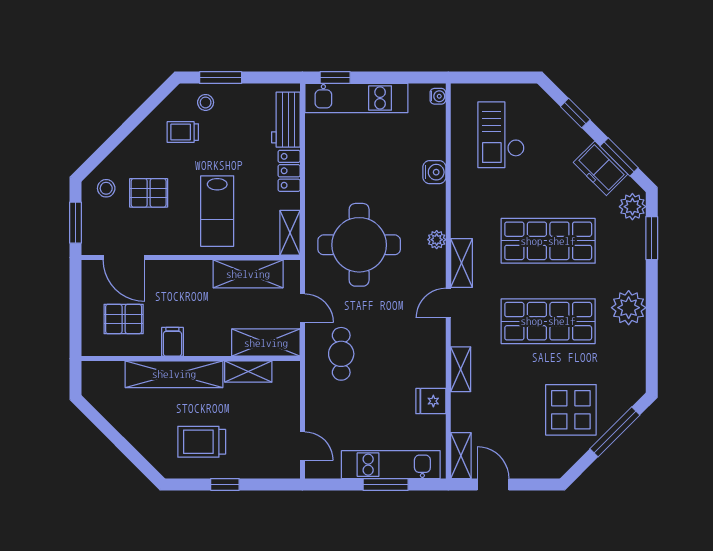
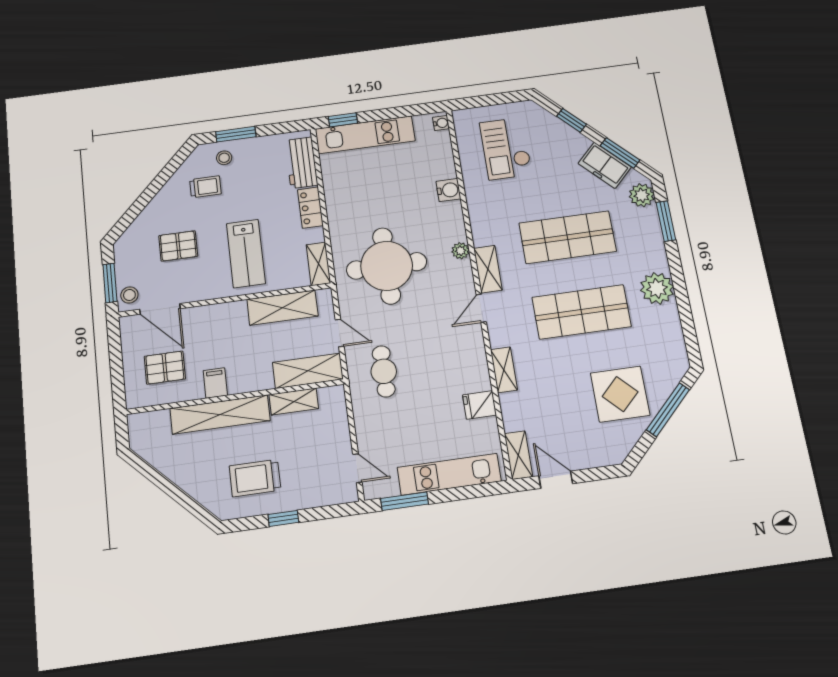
trolley: (183, 132) -> (205, 187), turned 180
stool: (106, 188) -> (129, 295), moved
window: (386, 484) -> (404, 501), moved

